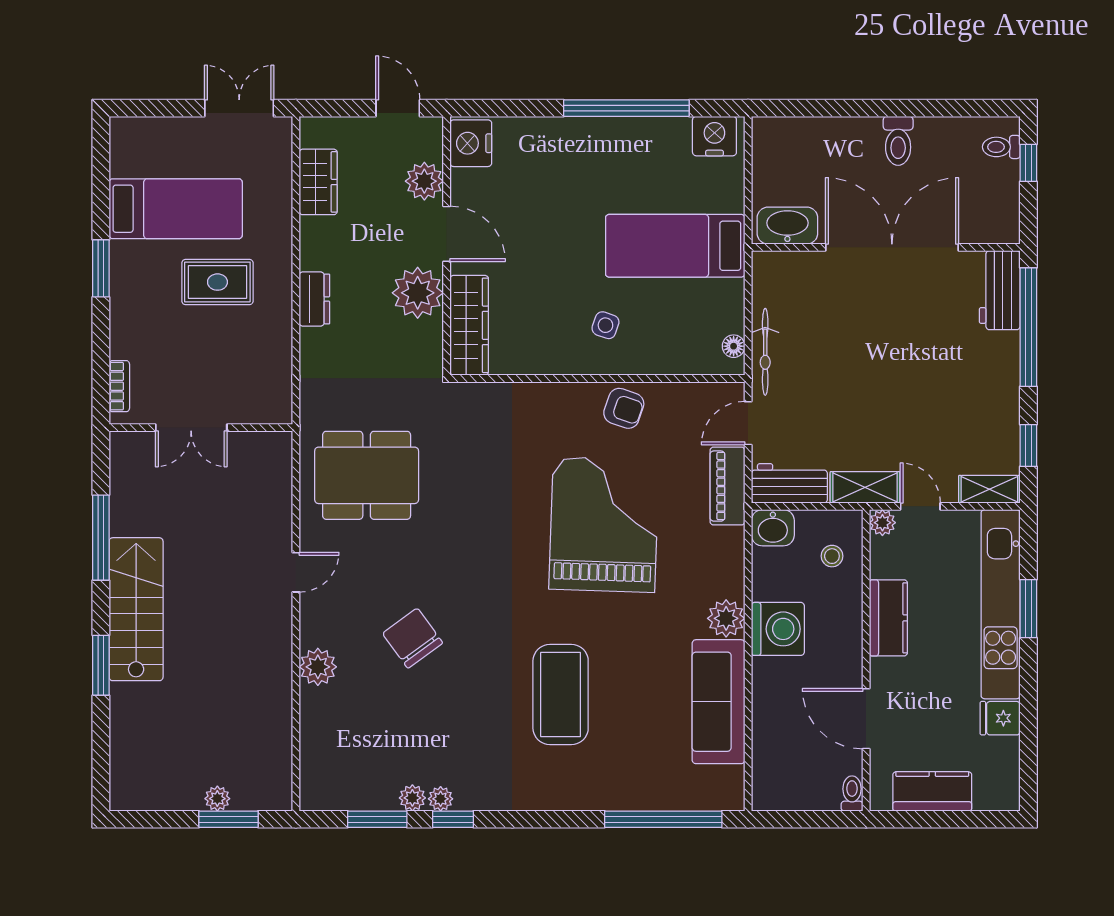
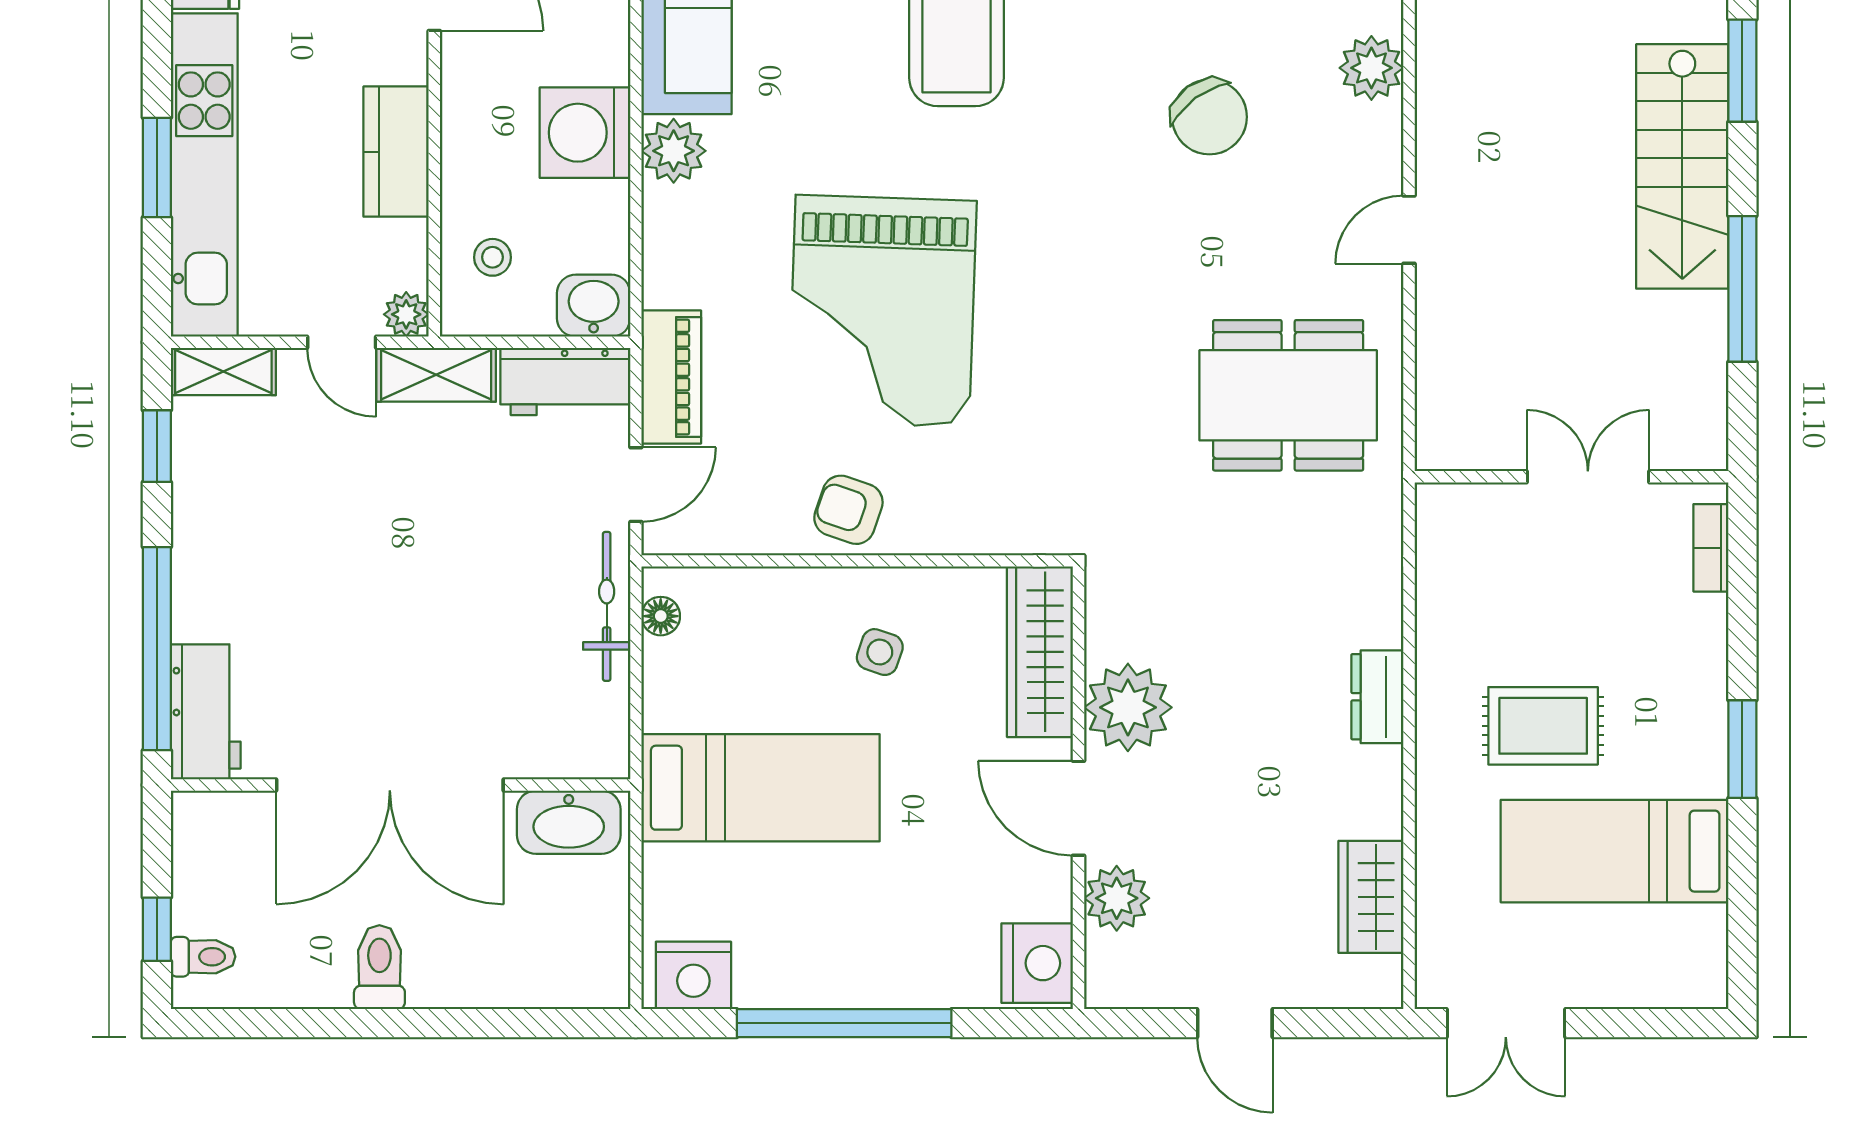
nightstand: (471, 143) -> (1037, 963), moved
plant: (424, 181) -> (1117, 898), moved
door: (447, 234) -> (1078, 808), moved
wall: (447, 246) -> (1078, 788), moved
plant: (418, 293) -> (1128, 707), moved
wardrobe: (469, 325) -> (1040, 652), moved

